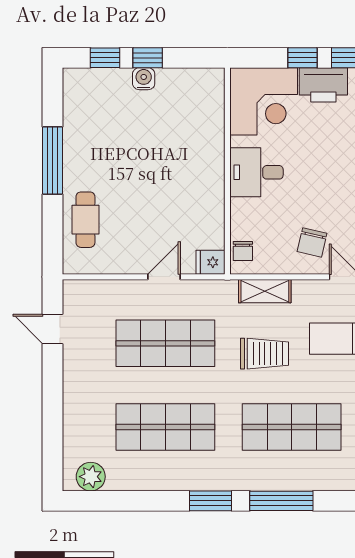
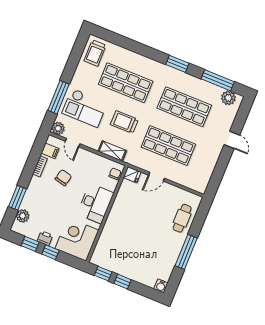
window: (105, 58) -> (103, 274), moved
water cooler: (144, 79) -> (161, 286), moved
printer: (323, 85) -> (45, 238), width x0.53, depth x0.68
desk: (256, 172) -> (95, 203), width x1.37
chair: (312, 242) -> (63, 178), moved
door: (53, 329) -> (232, 140), moved
window: (281, 501) -> (218, 80), moved

